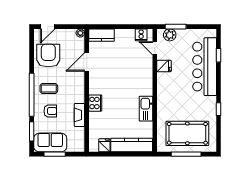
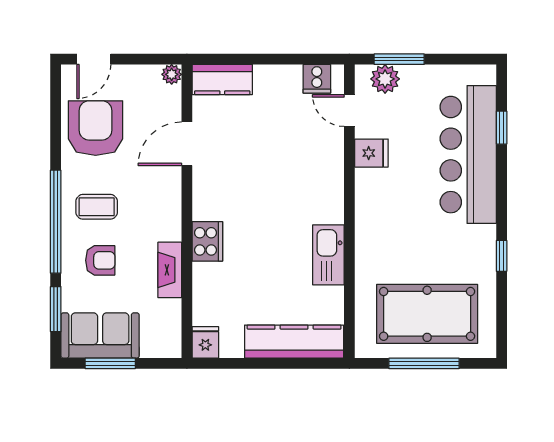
fridge: (104, 145) -> (205, 342), moved

